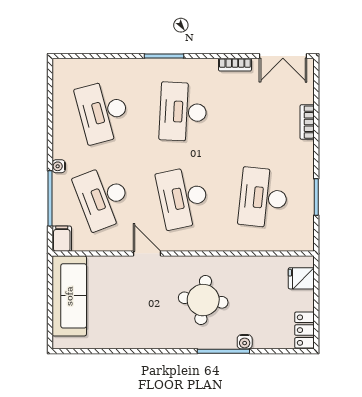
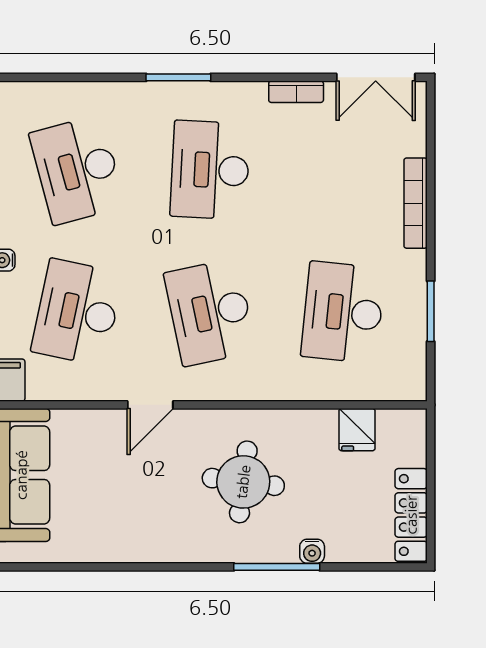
bookcase: (307, 122) -> (416, 203), width x1.56
desk: (103, 198) -> (77, 312), turned 33
door: (147, 254) -> (150, 405), swing flipped
fridge: (301, 278) -> (357, 430), moved, turned -90
locker: (304, 330) -> (411, 515), width x1.53

